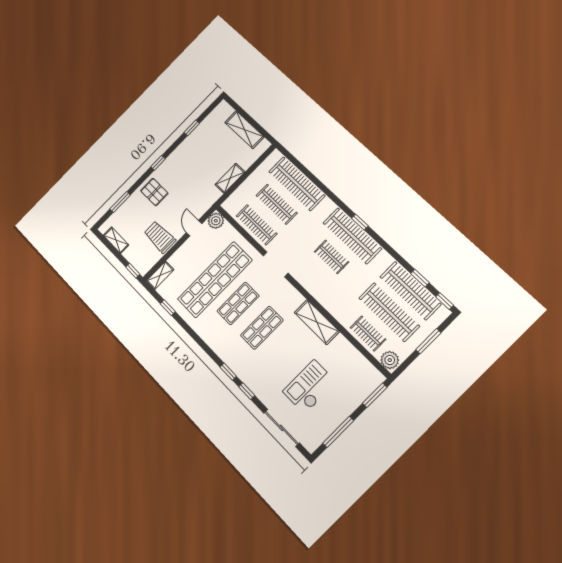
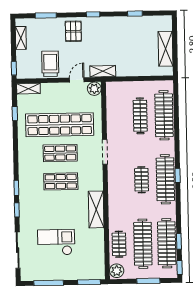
shelving: (230, 178) -> (103, 71), moved
clothes rail: (257, 225) -> (116, 116), removed

